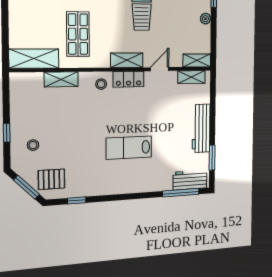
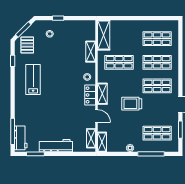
lab bench: (129, 148) -> (33, 79), moved

